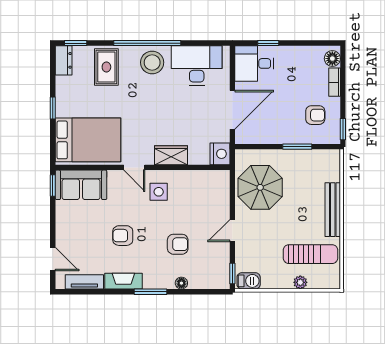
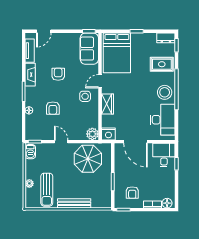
plant: (220, 180) -> (92, 134), added

